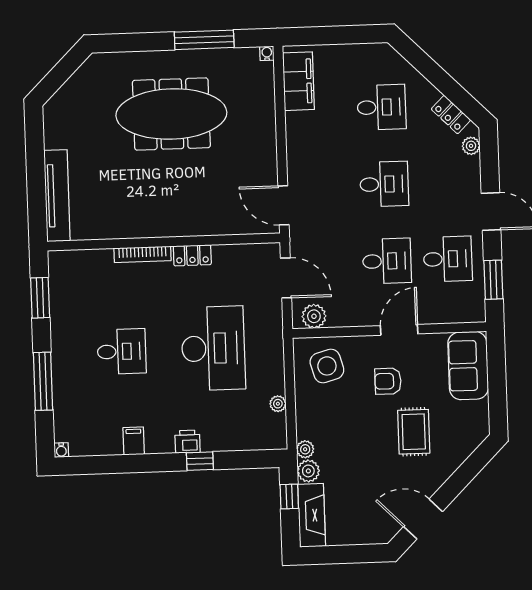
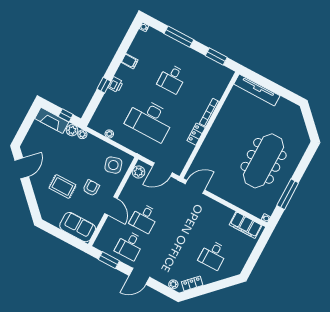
desk: (384, 184) -> (179, 236), removed

